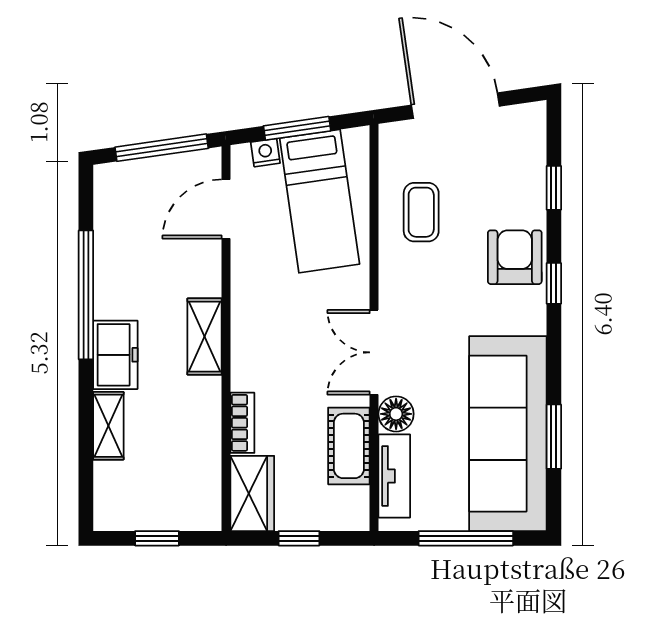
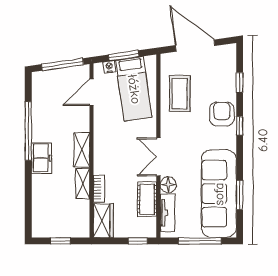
coffee table: (421, 212) -> (180, 94), width x1.36, depth x1.30
shelving: (108, 426) -> (83, 184), moved
window: (299, 538) -> (138, 241), moved

